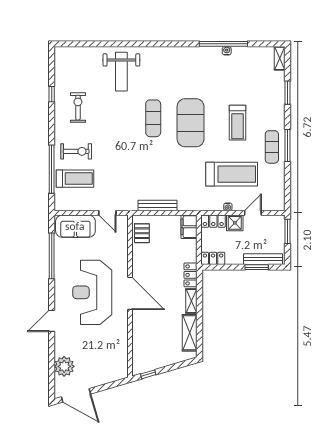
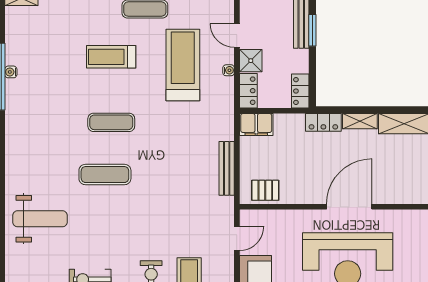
exercise mat: (191, 123) -> (111, 122), width x0.50, depth x0.69
treadmill: (238, 123) -> (111, 57), turned 180

